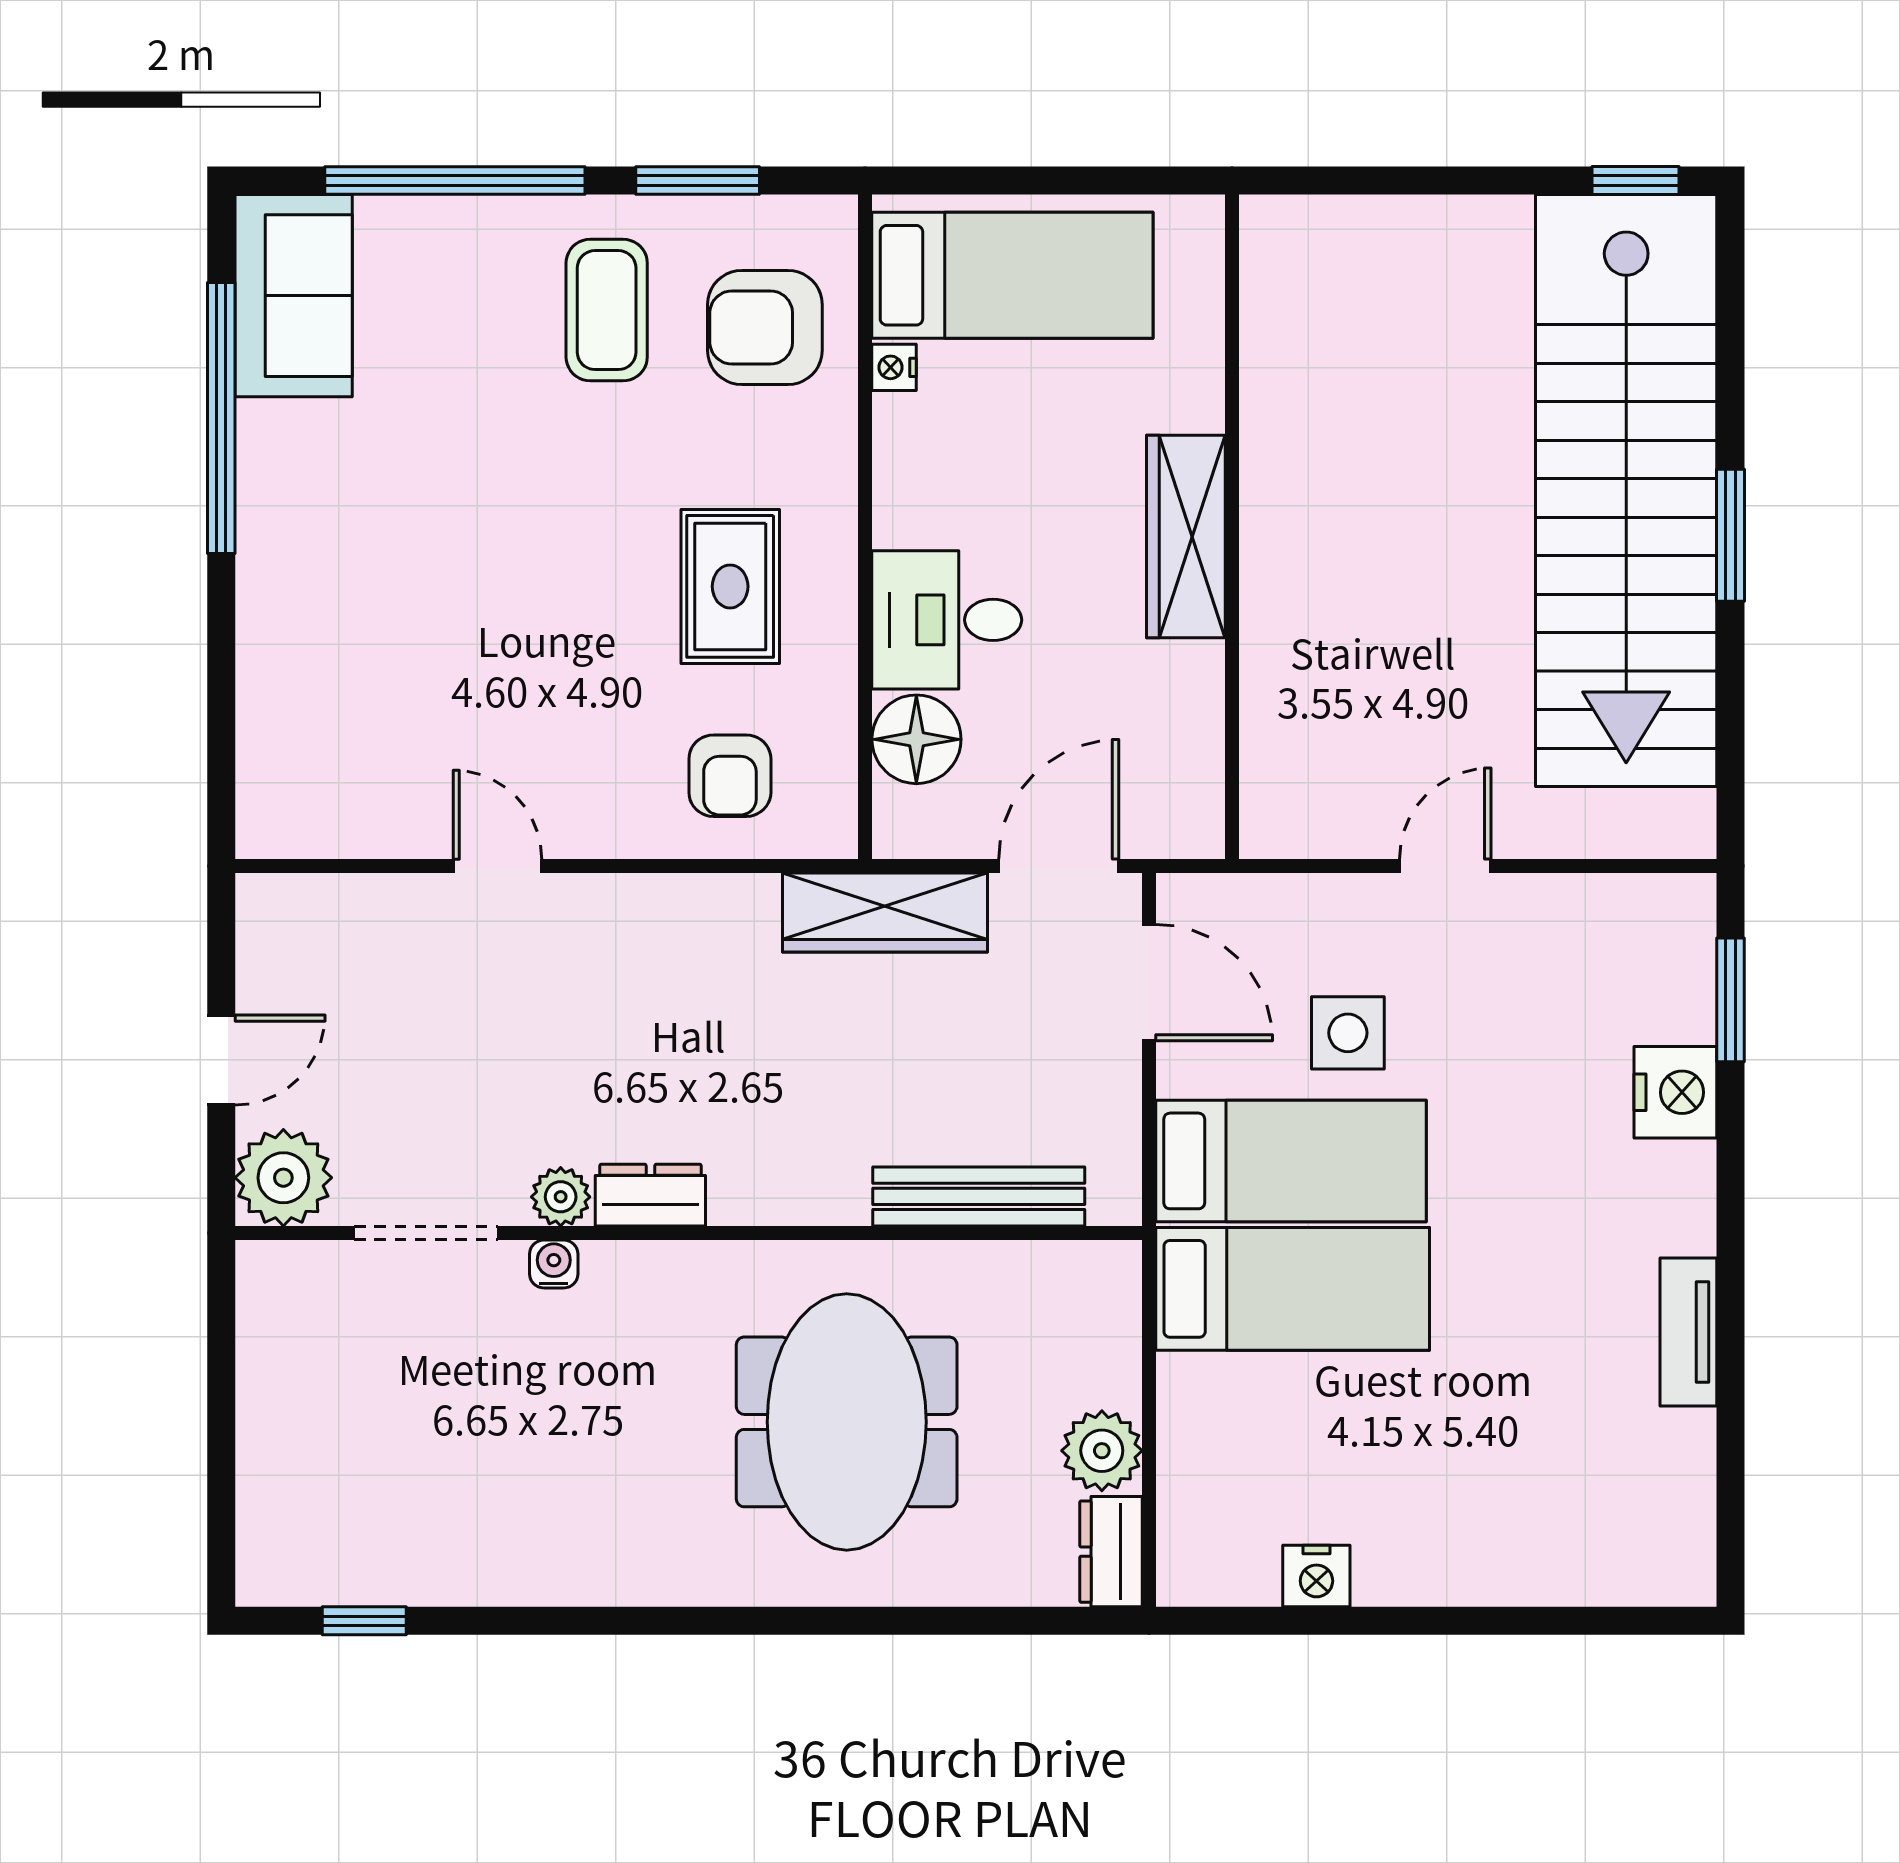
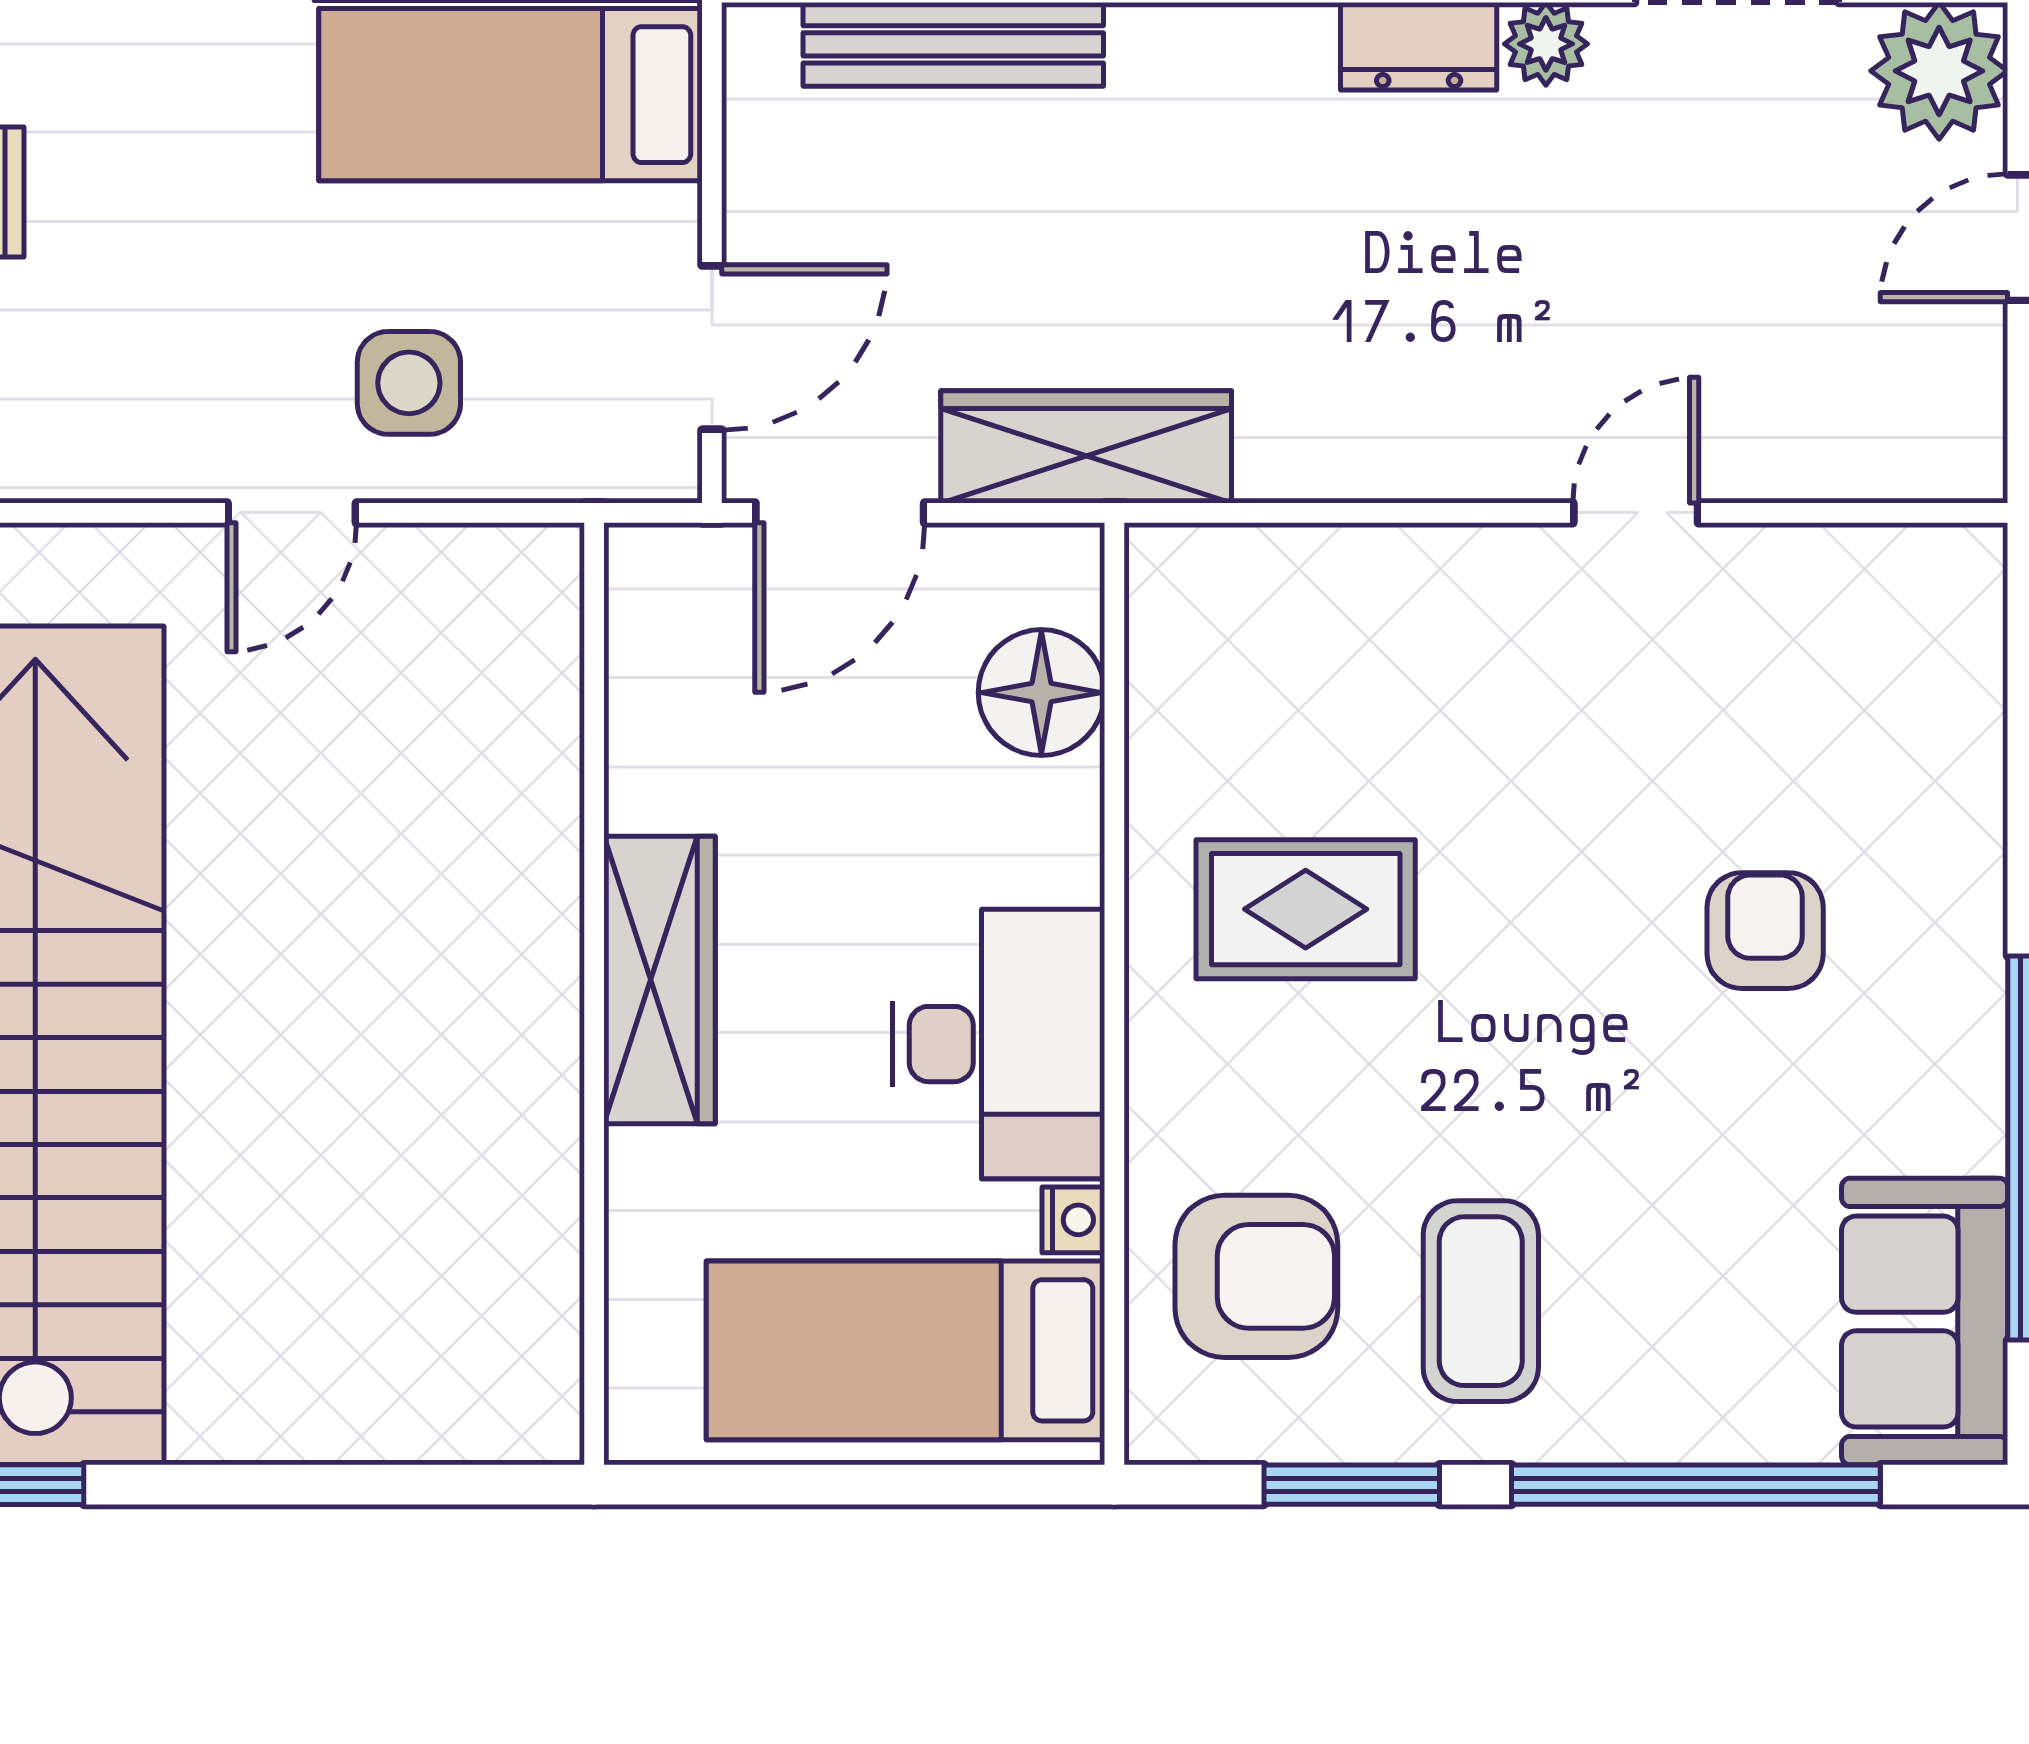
rug: (730, 586) -> (1306, 909), turned 90
desk: (947, 620) -> (999, 1044), moved, width x1.37
armchair: (730, 776) -> (1765, 931), moved
door: (497, 866) -> (1636, 513), swing flipped
door: (1149, 983) -> (712, 348), swing flipped
side table: (1348, 1033) -> (409, 383), moved

